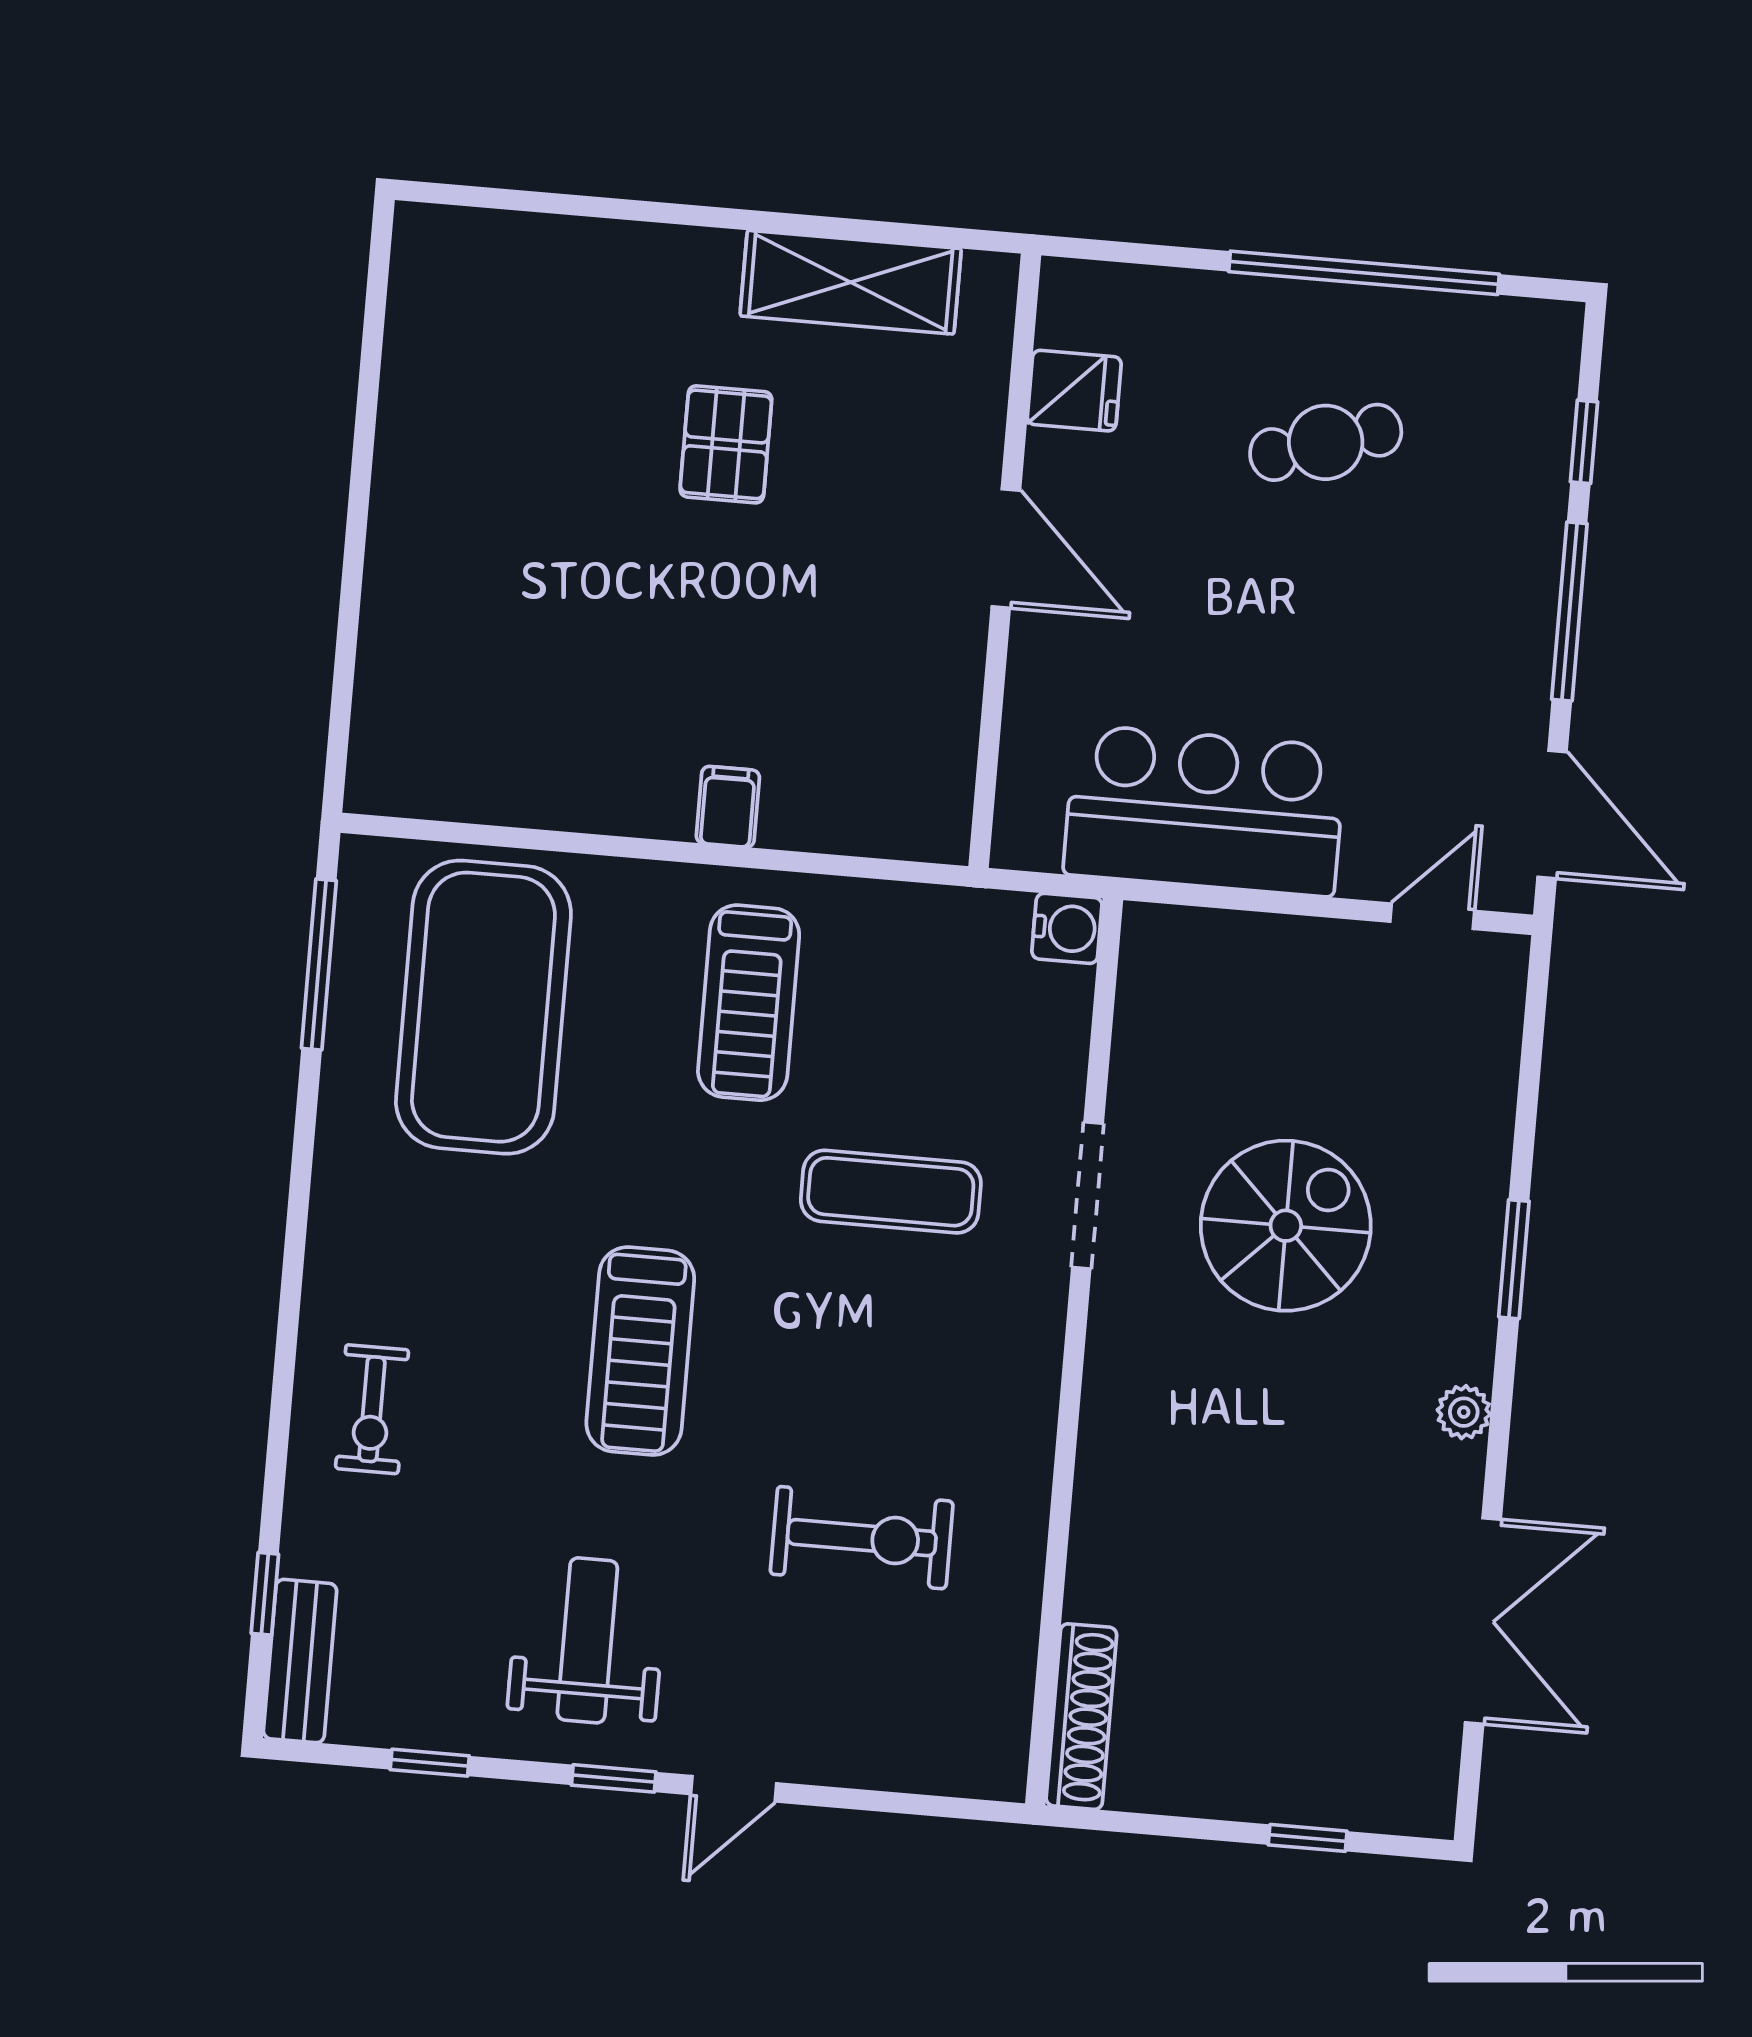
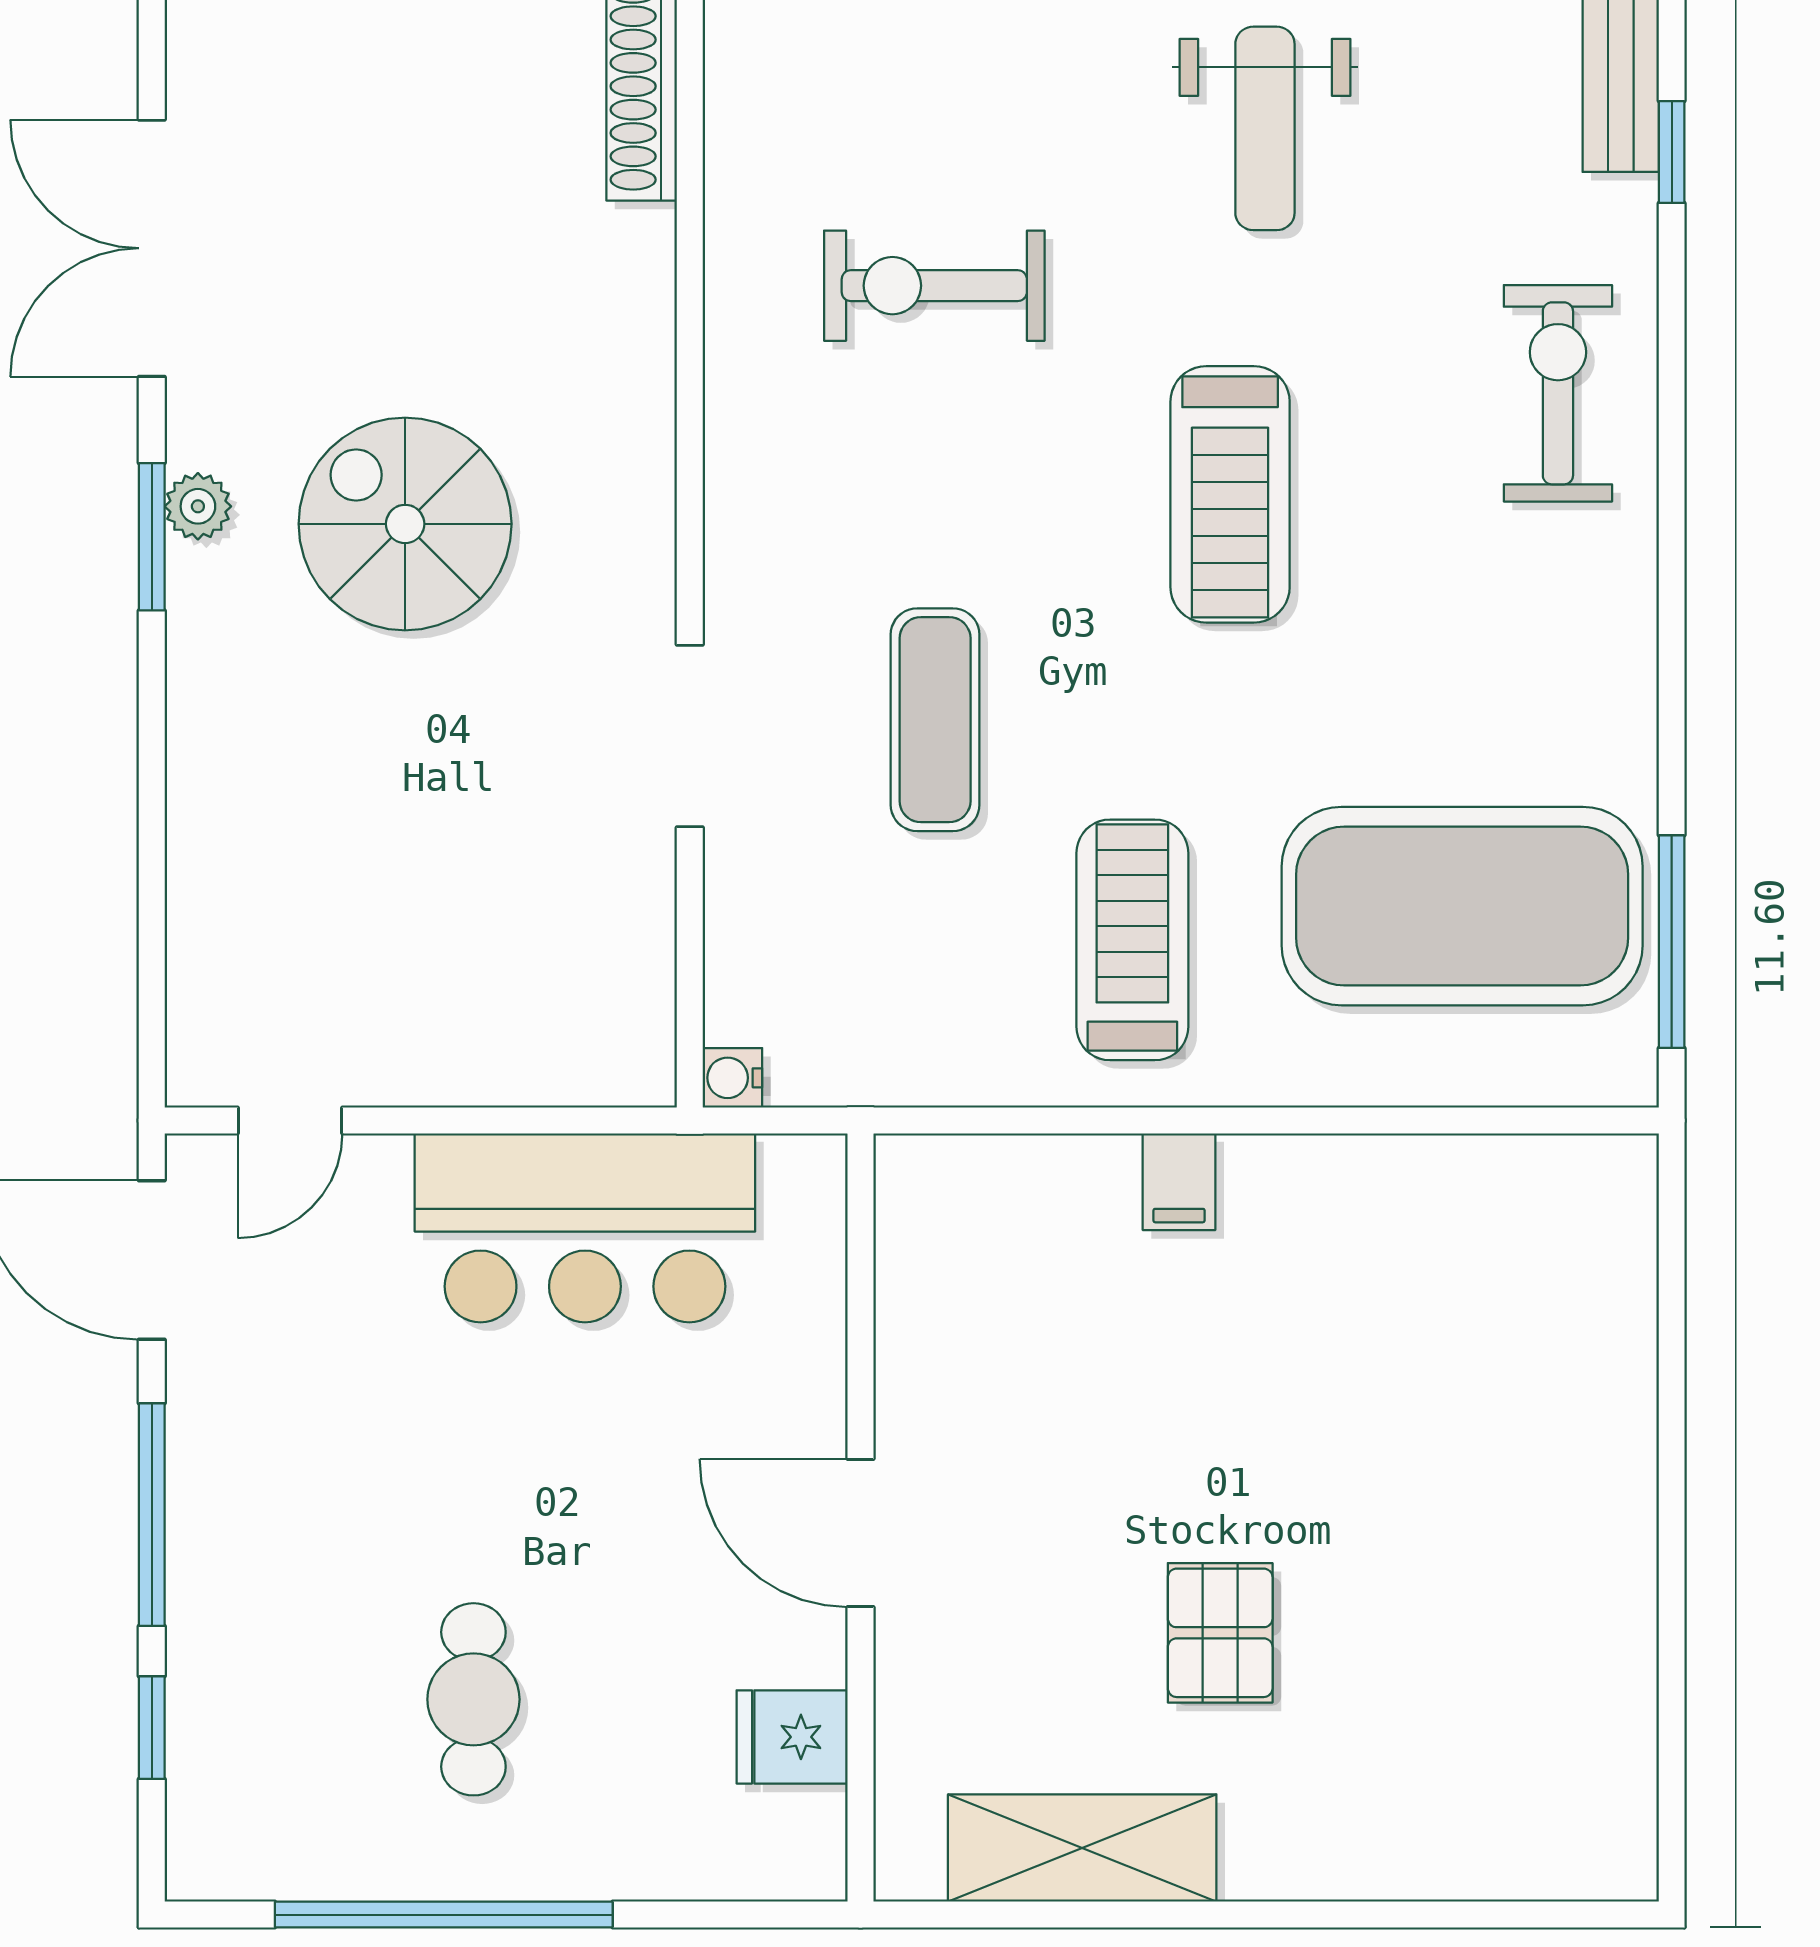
cafe table: (1326, 442) -> (473, 1699), turned -72
water cooler: (1067, 928) -> (732, 1078), width x0.72, depth x0.72
exercise mat: (483, 1007) -> (1462, 906), turned 90
exercise mat: (891, 1192) -> (935, 720), turned 90
spiral stairs: (1286, 1226) -> (405, 524), moved, turned 90
window: (1514, 1259) -> (152, 537), moved
treadmill: (640, 1351) -> (1230, 494), turned 180
exercise bike: (372, 1409) -> (1558, 393), width x1.38, depth x1.39

